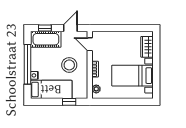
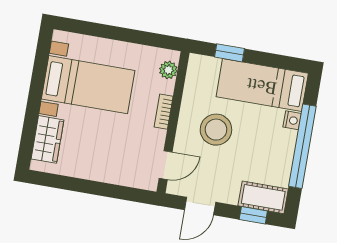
cot: (46, 39) -> (263, 197), width x0.73, depth x0.75
door: (90, 44) -> (166, 165), hinge flipped

